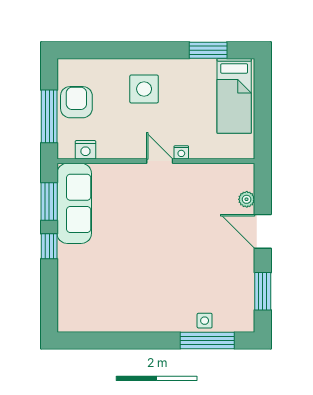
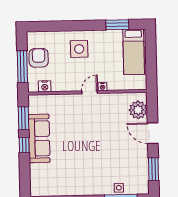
door: (160, 161) -> (90, 92), hinge flipped
plant: (247, 199) -> (138, 110), width x1.88, depth x1.88
sofa: (74, 203) -> (39, 138), moved

